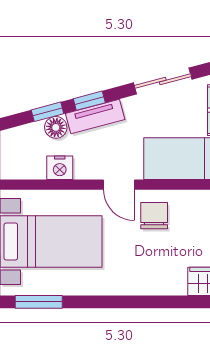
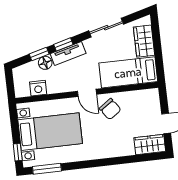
nightstand: (60, 168) -> (38, 88), moved
chair: (154, 216) -> (110, 109), turned 145

